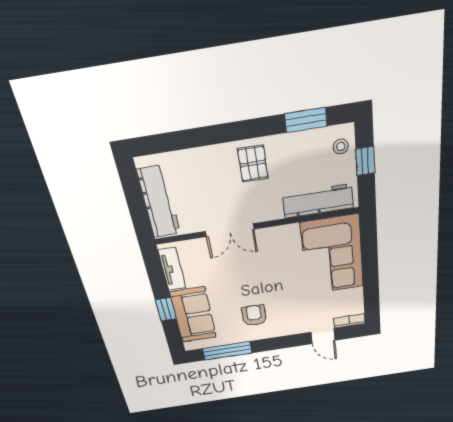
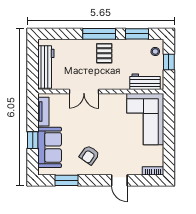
window: (239, 131) -> (99, 34), added
workbench: (318, 201) -> (145, 82), width x0.73
armchair: (254, 315) -> (89, 155), turned -145
door: (323, 336) -> (119, 180), moved
window: (227, 351) -> (66, 180), width x0.69

